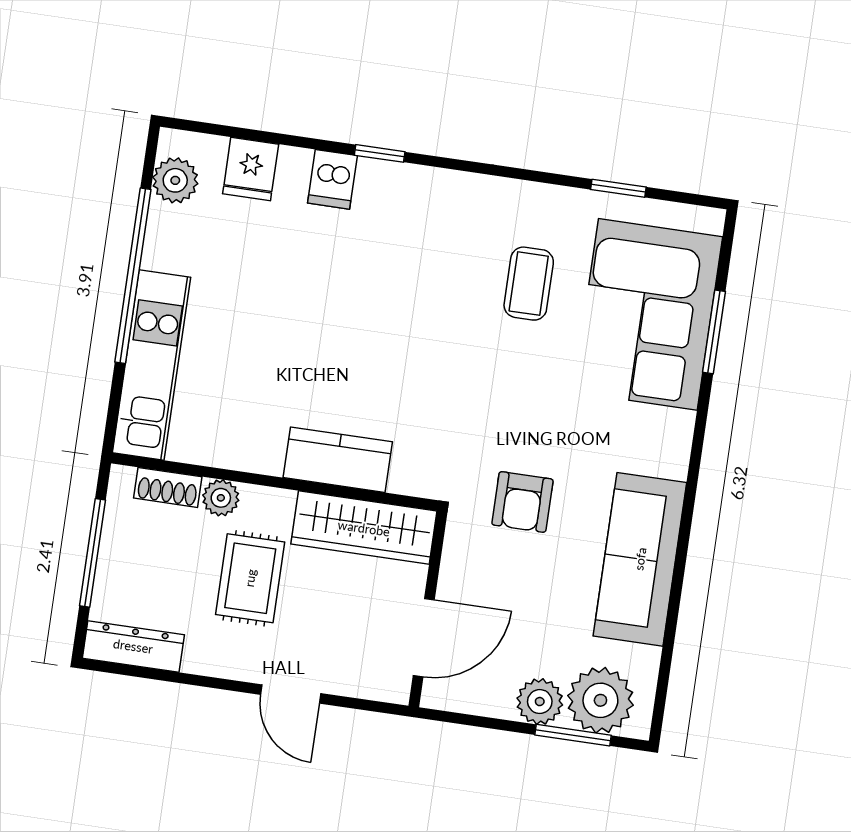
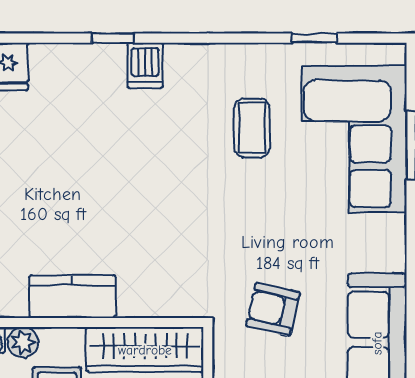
dishwasher: (332, 179) -> (145, 65), moved
kitchen counter: (338, 460) -> (72, 297), moved
armchair: (522, 502) -> (273, 309), turned 103

